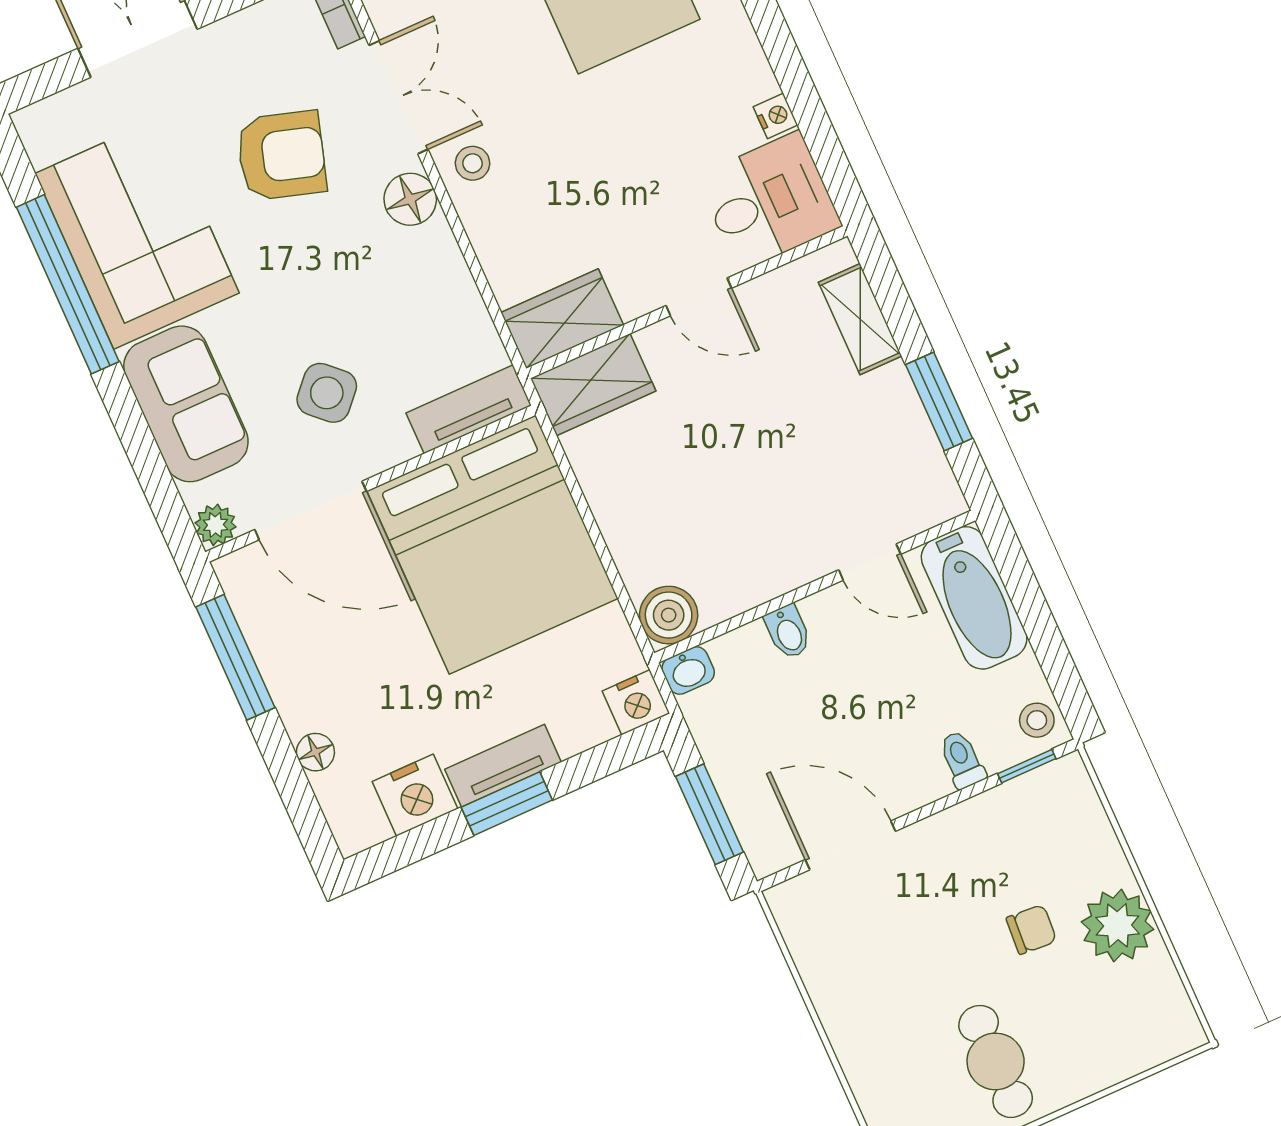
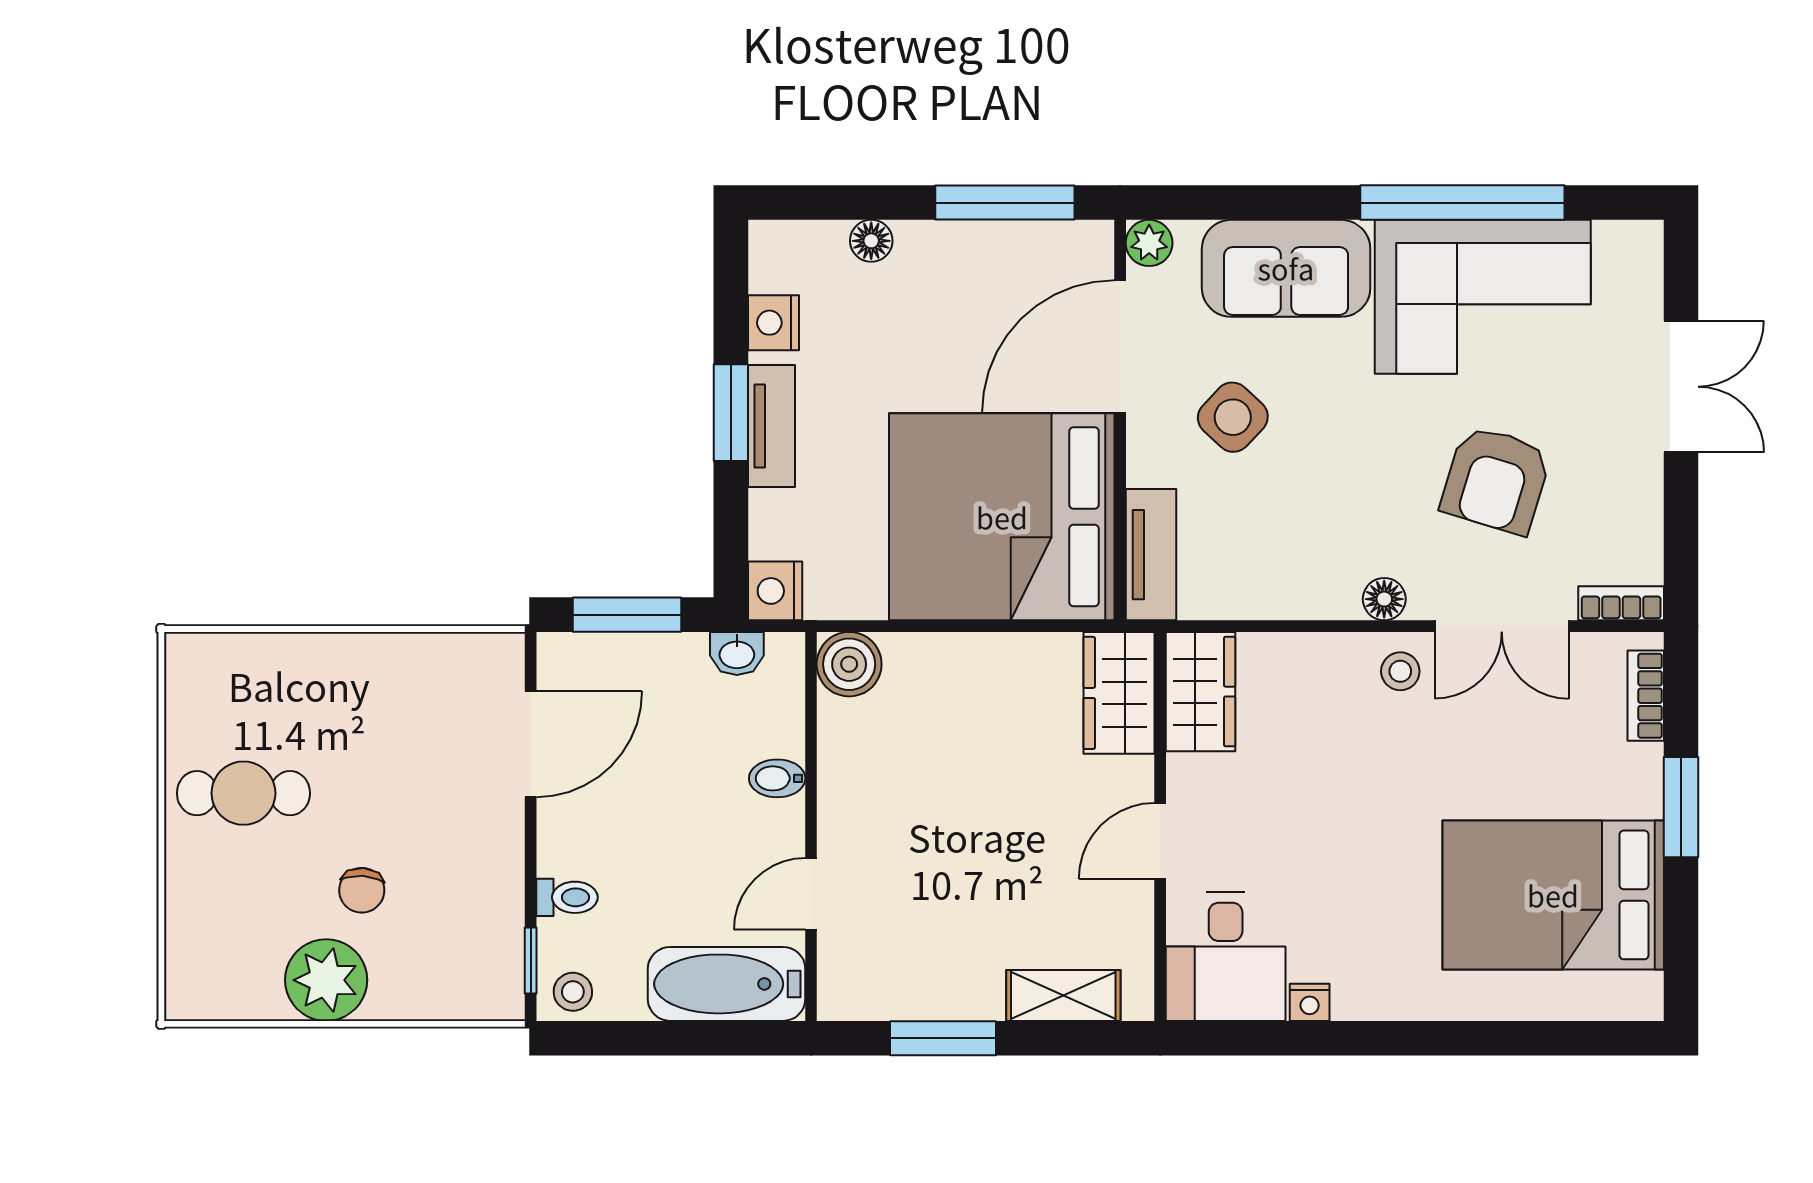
floor lamp: (410, 199) -> (1384, 599), width x0.73, depth x0.73
washbasin: (688, 671) -> (737, 654), moved, turned -90
nightstand: (415, 795) -> (773, 323), width x0.74, depth x0.75

